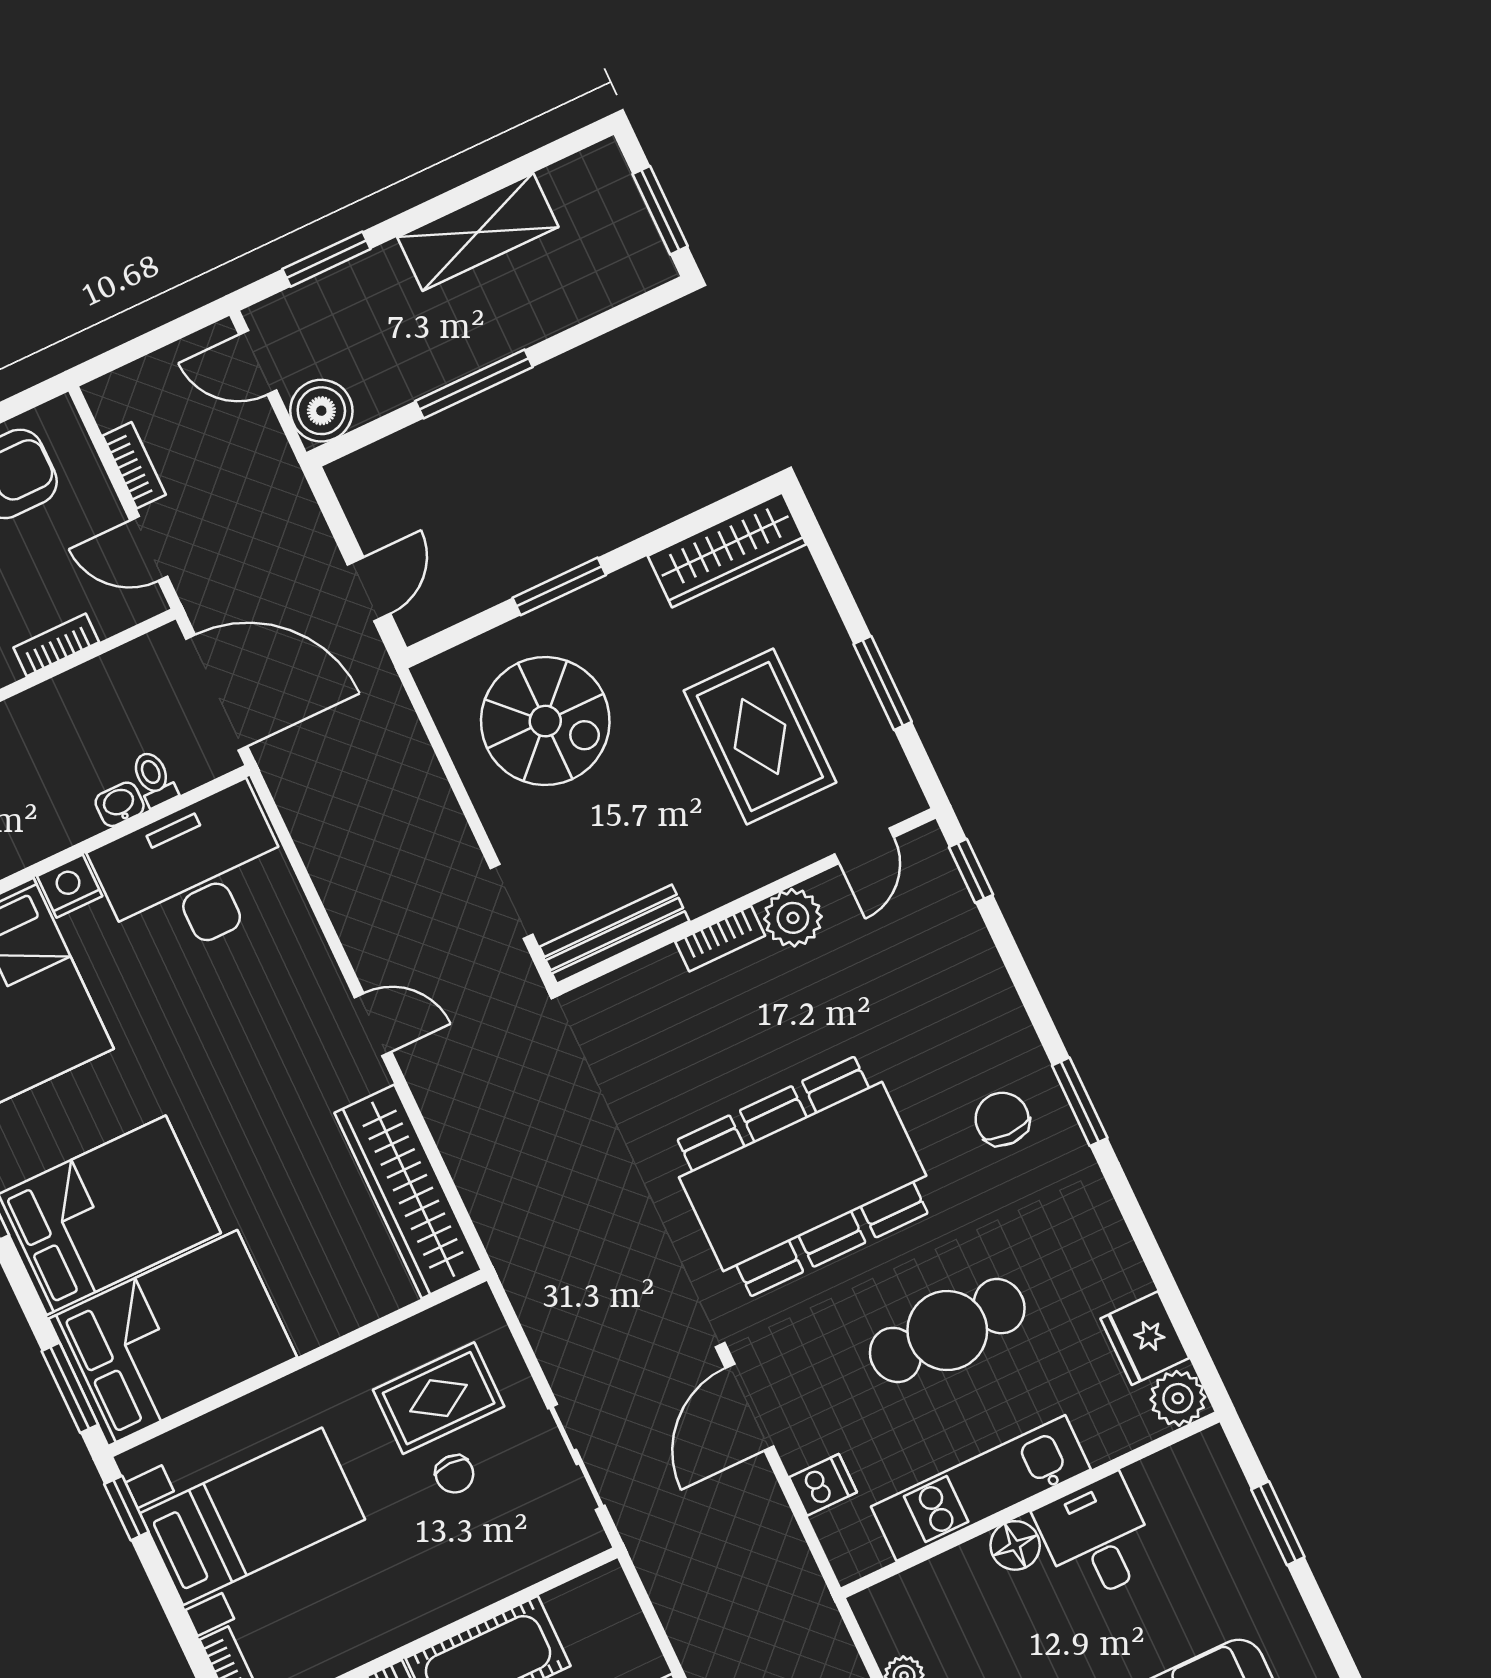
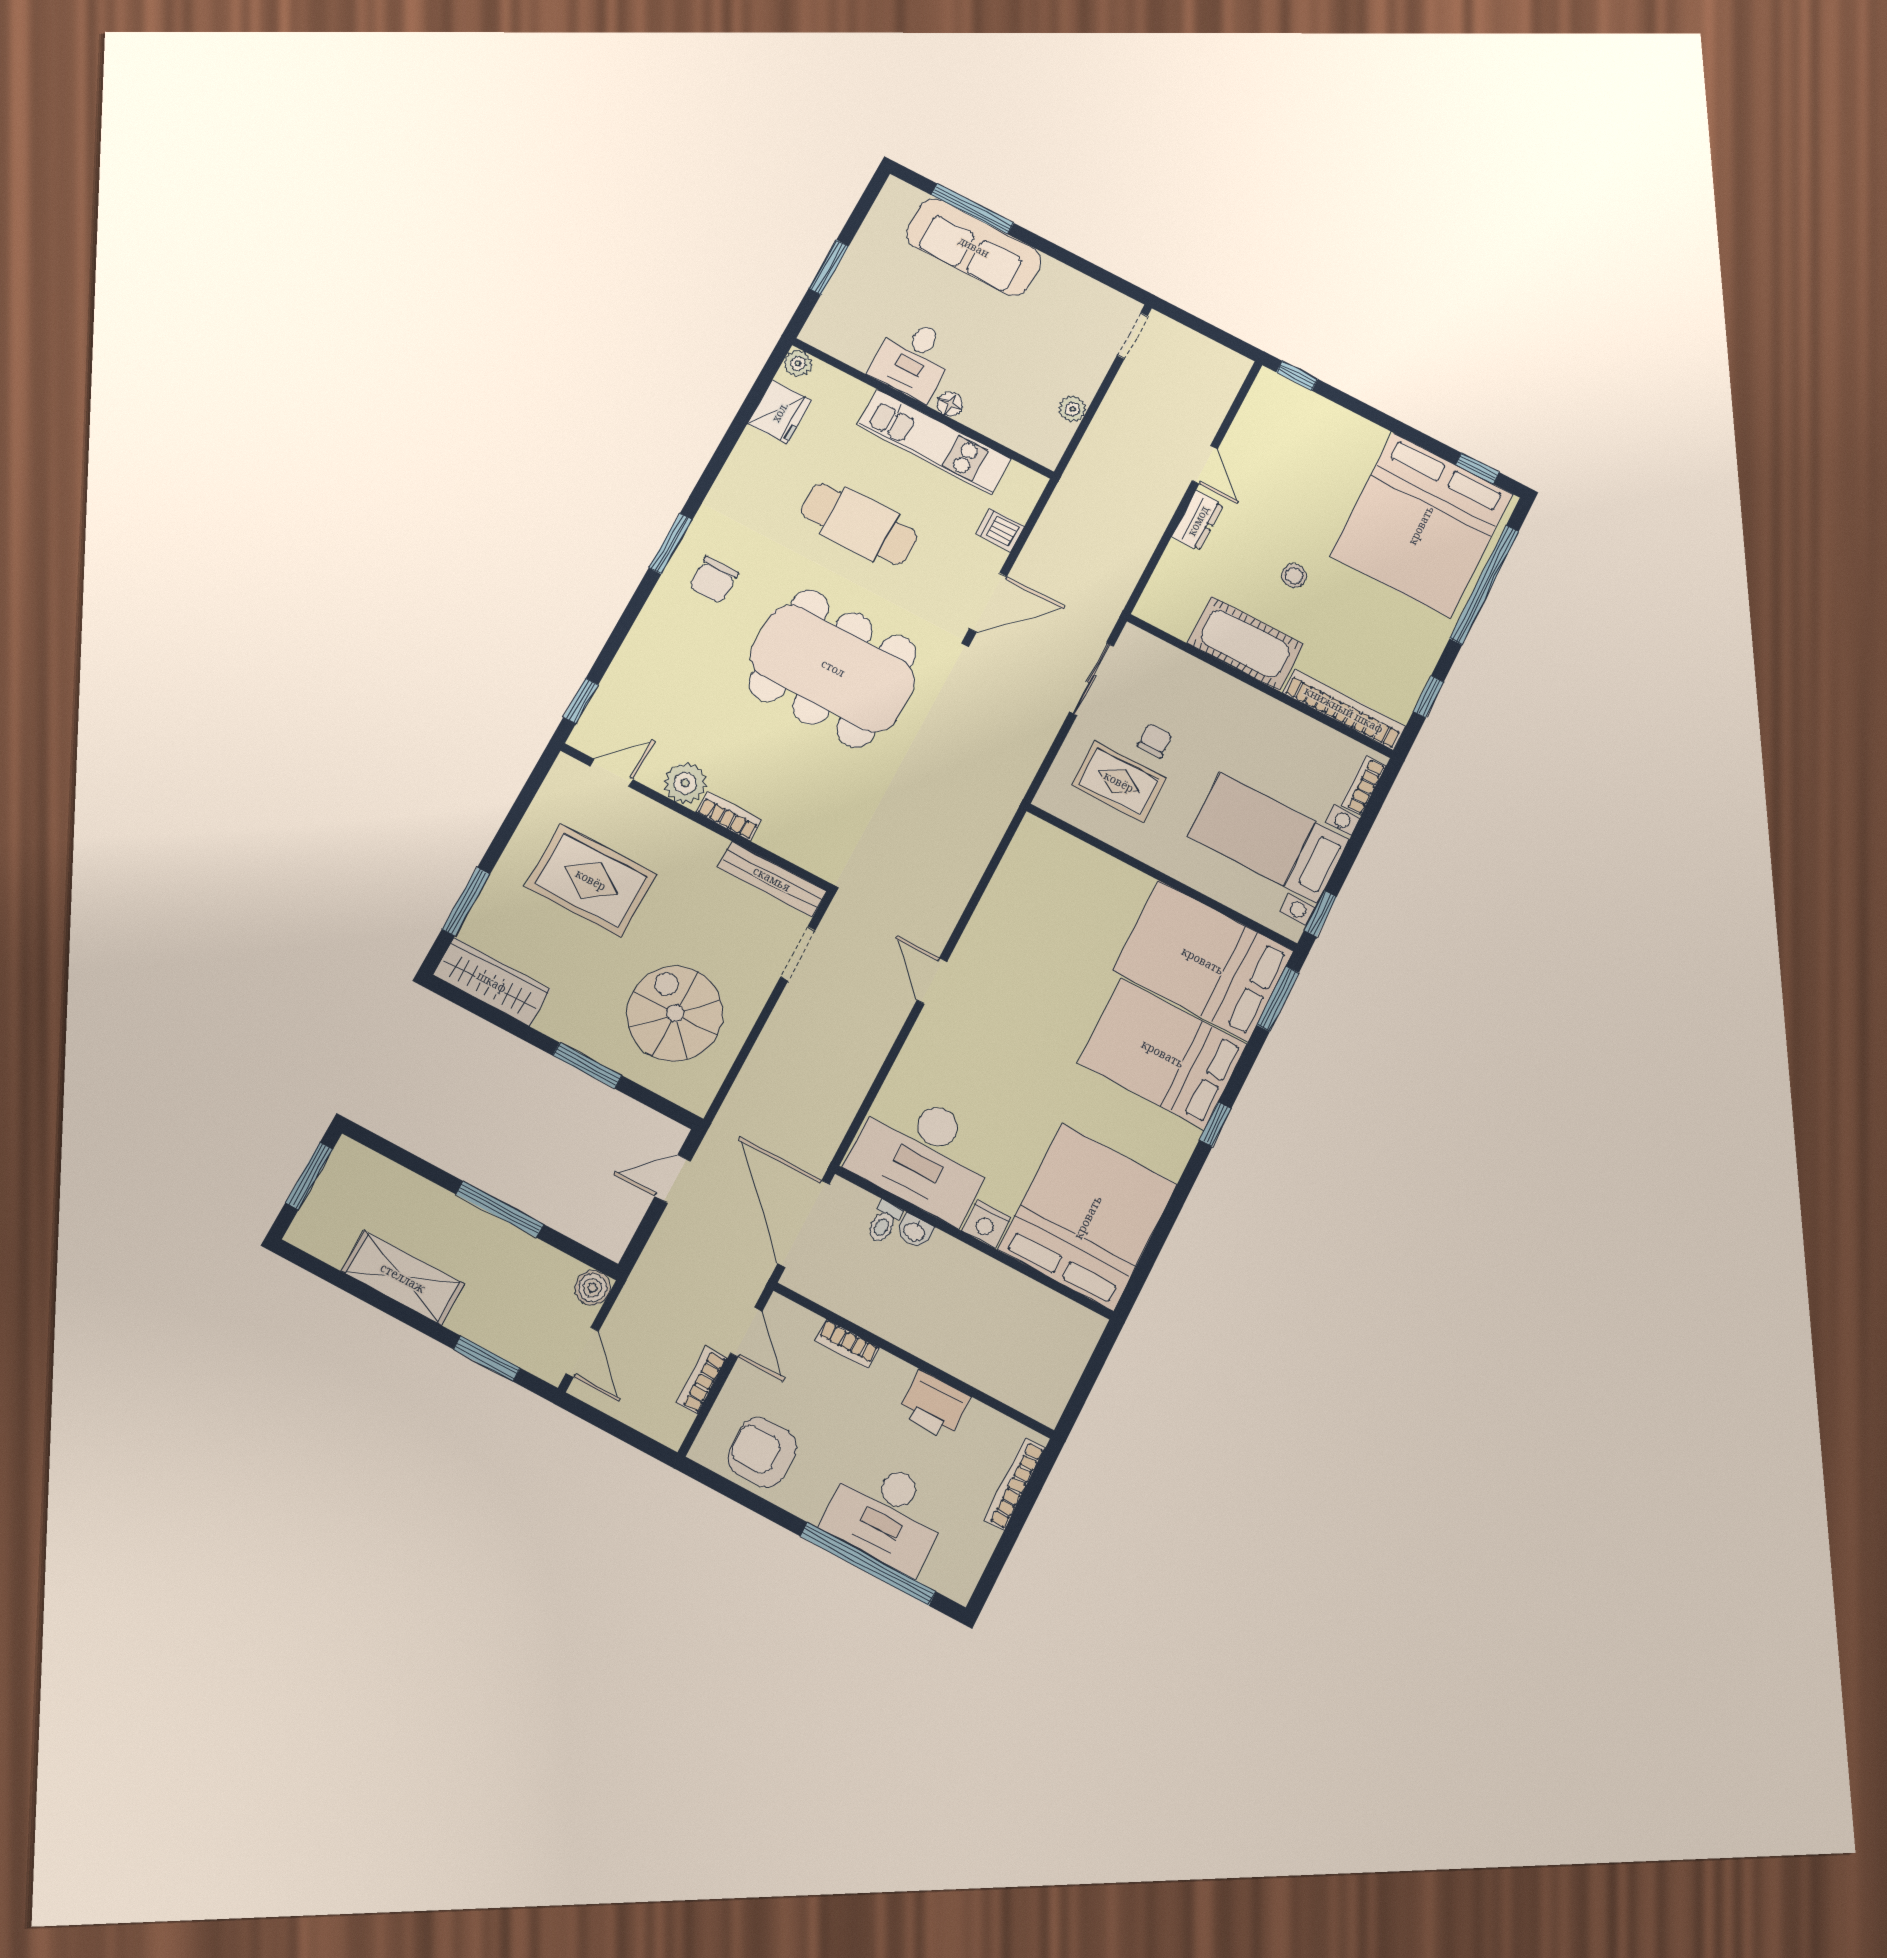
boiler: (321, 411) -> (592, 1288), width x0.73, depth x0.73
window: (883, 683) -> (466, 902), moved
rug: (760, 736) -> (591, 880), turned 90
wardrobe: (408, 1192) -> (1014, 888), removed
plant: (1178, 1398) -> (798, 363), width x0.73, depth x0.73
floor lamp: (1015, 1545) -> (950, 404), width x0.73, depth x0.73

